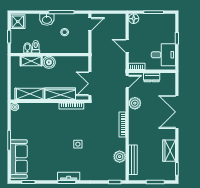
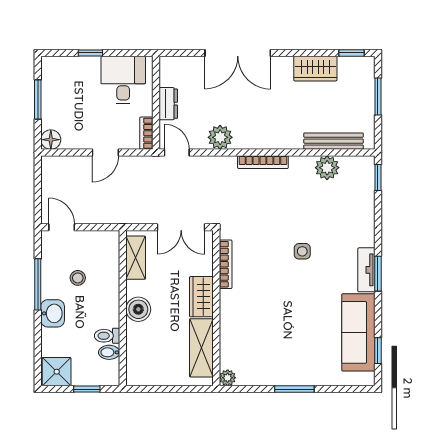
shelving: (31, 61) -> (136, 258), moved
wardrobe: (60, 94) -> (201, 297), width x0.67
sofa: (19, 159) -> (358, 332), moved, turned -90

